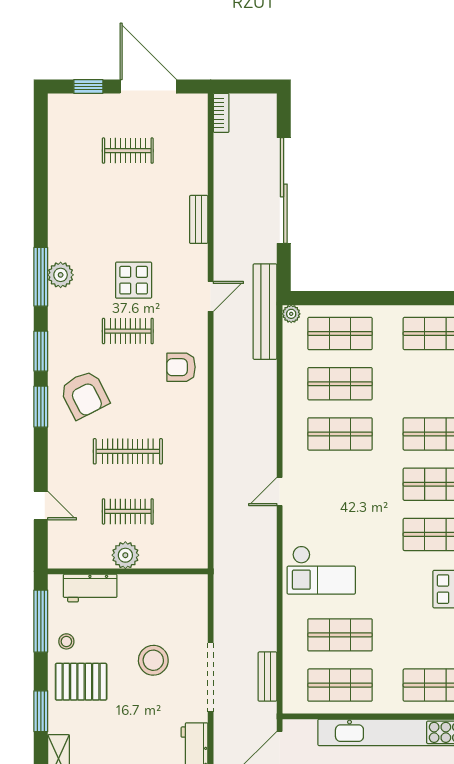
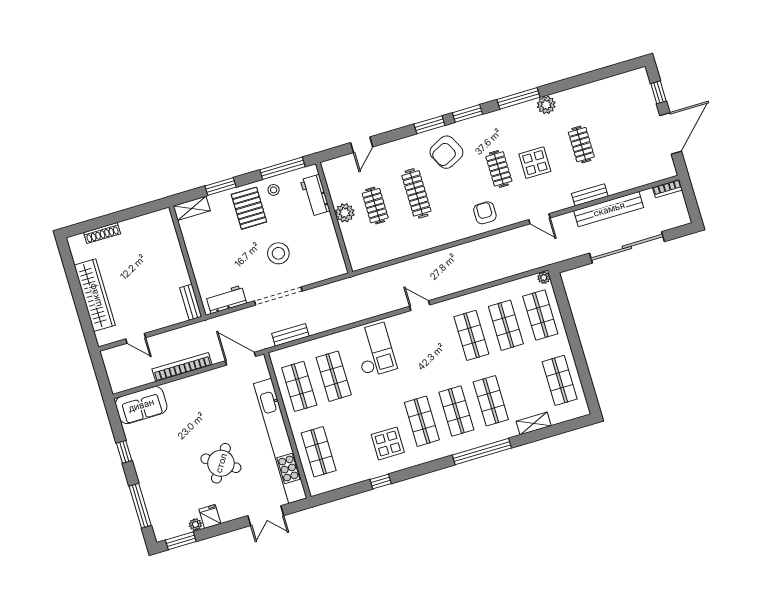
clothes rail: (128, 151) -> (581, 145), moved
plant: (61, 275) -> (546, 105), moved
bench: (265, 312) -> (609, 209), moved
checkout: (321, 570) -> (374, 350), turned 180

